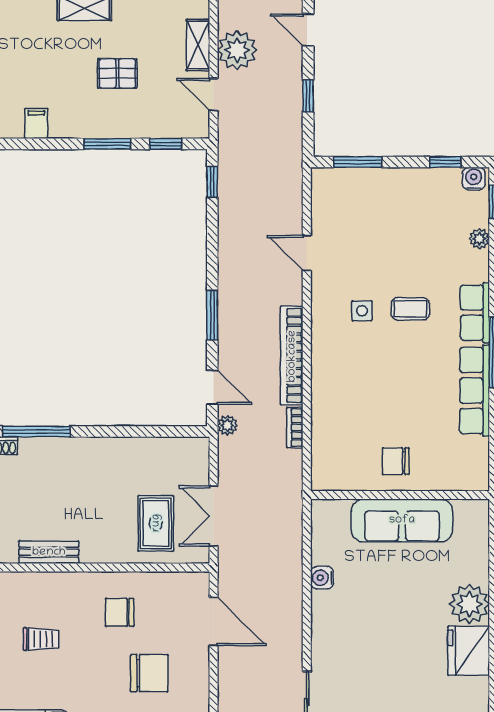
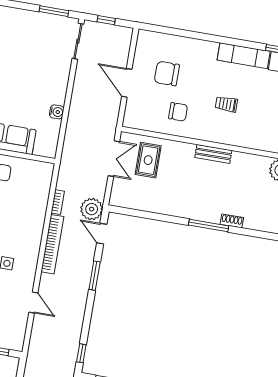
plant: (227, 425) -> (92, 209), width x1.88, depth x1.88
door: (214, 621) -> (127, 83), moved

